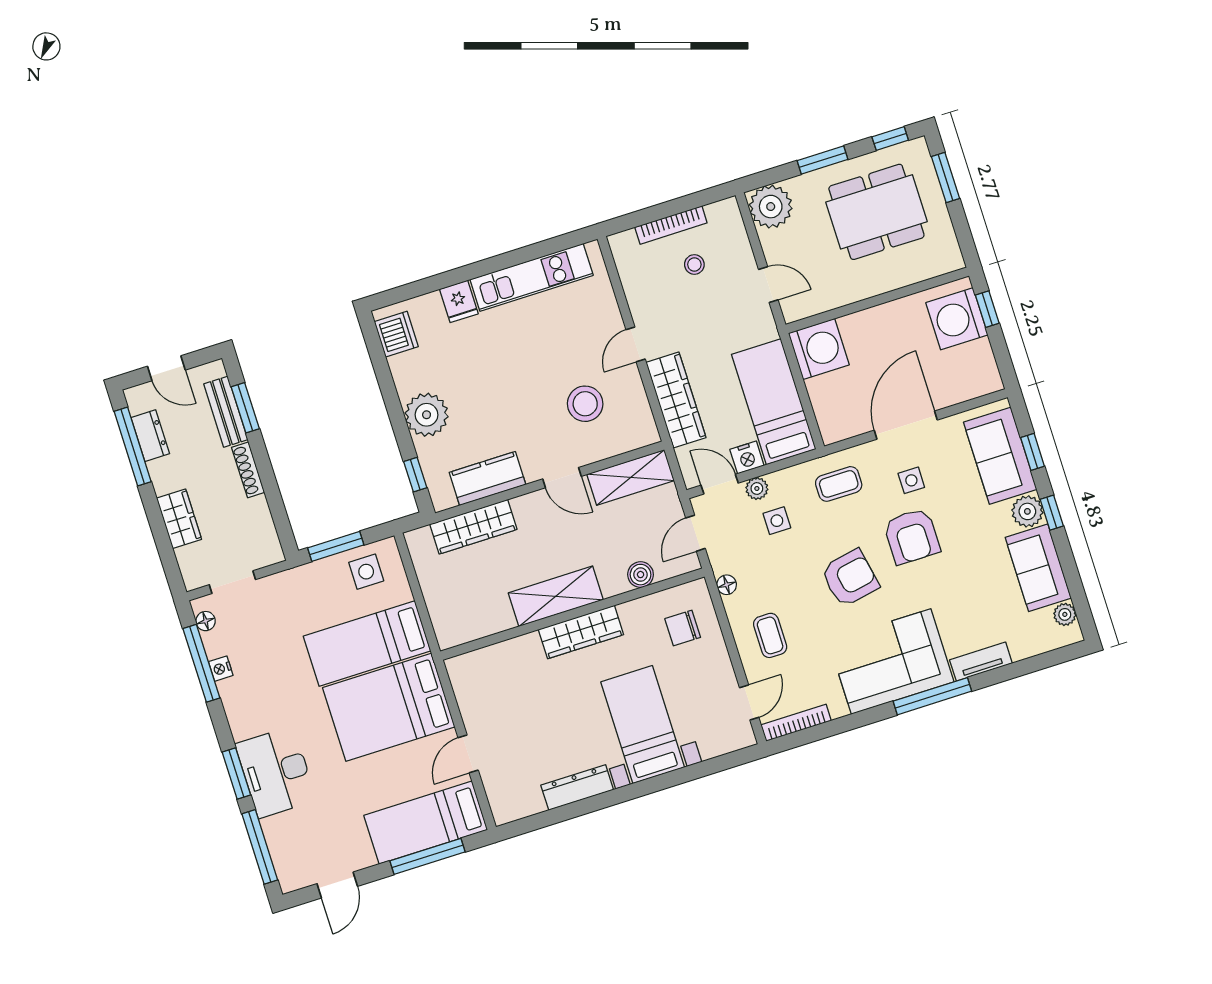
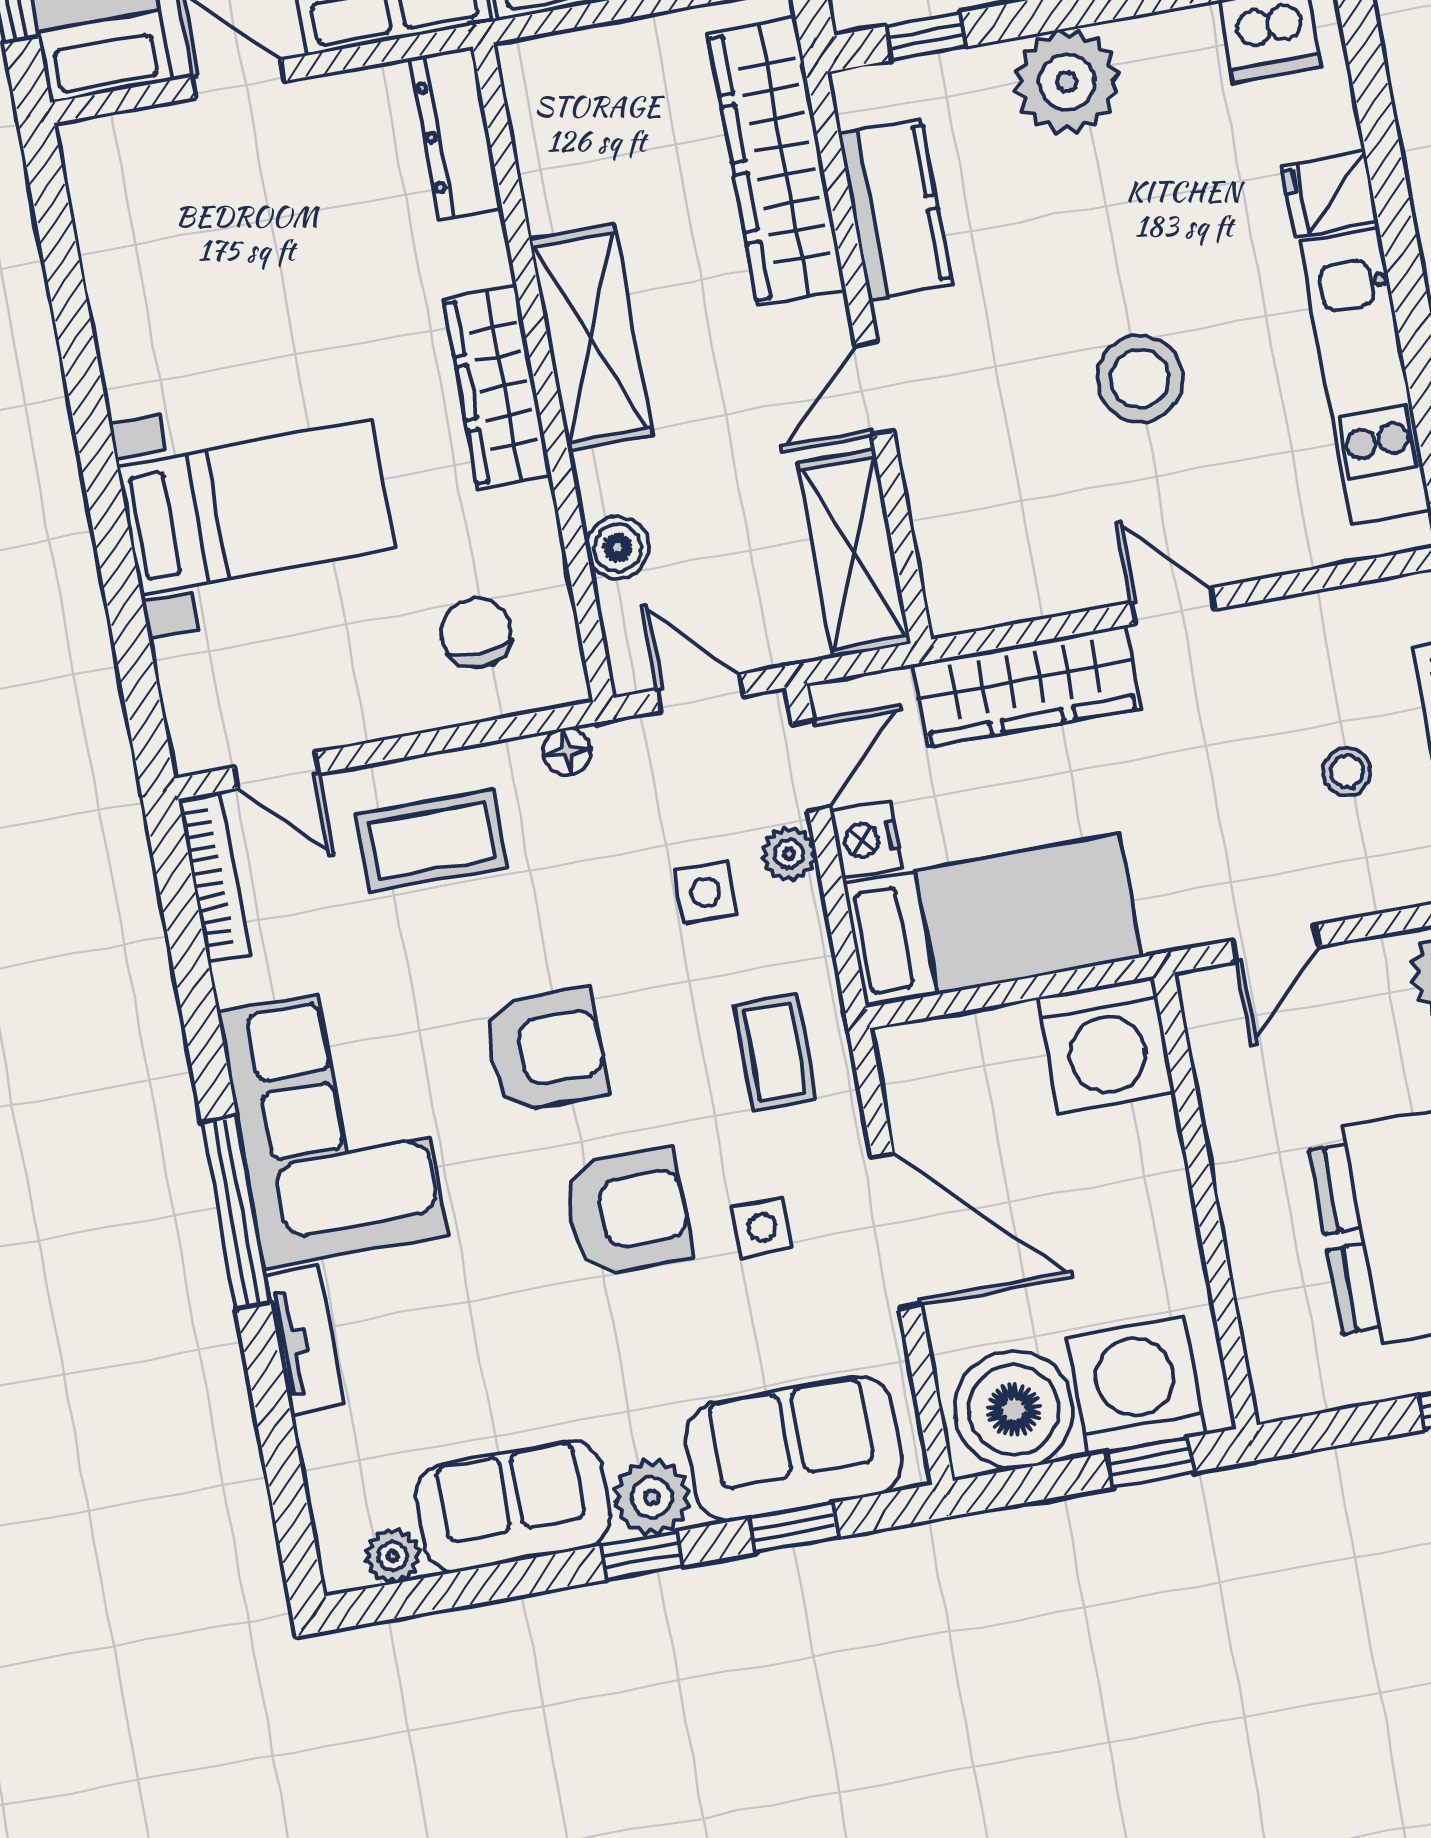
boiler: (973, 368) -> (1014, 1410), added
stool: (585, 404) -> (1140, 379), moved
wardrobe: (473, 527) -> (777, 161), width x1.40, depth x1.17
armchair: (912, 536) -> (627, 1212), turned 180
armchair: (850, 578) -> (546, 1050), turned -79
coffee table: (770, 635) -> (432, 841), width x1.36, depth x1.30
dresser: (577, 787) -> (456, 133), moved, turned 180

